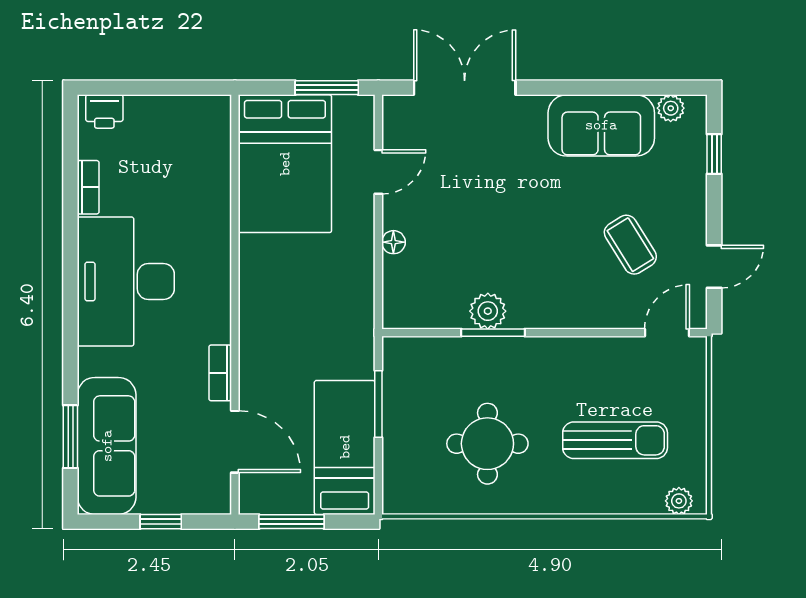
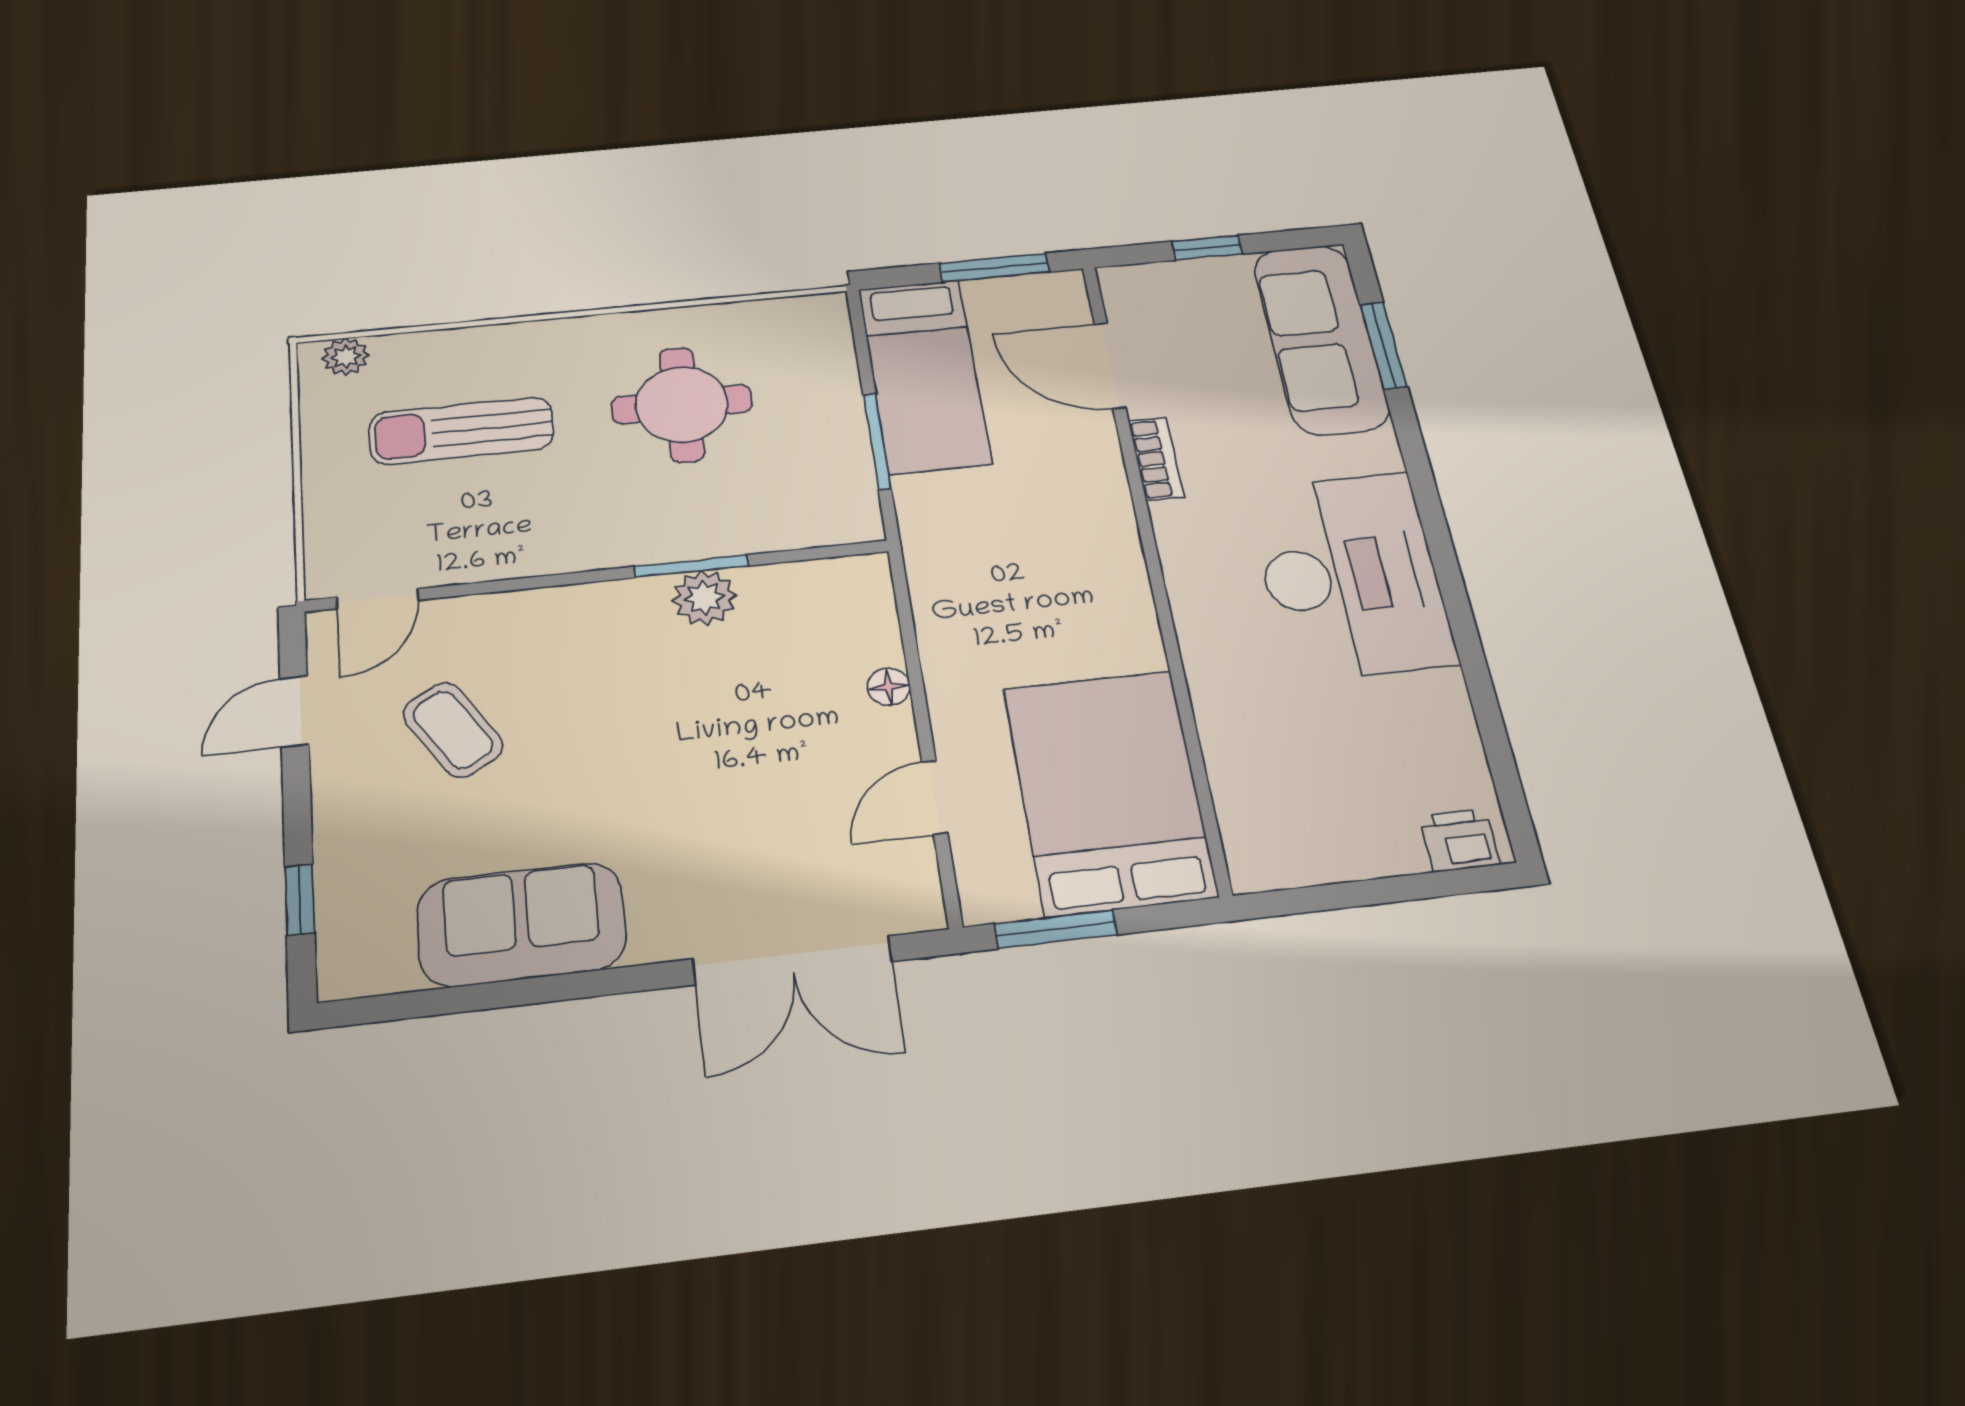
plant: (671, 108) -> (388, 971), removed
bookcase: (88, 187) -> (1455, 713), removed

